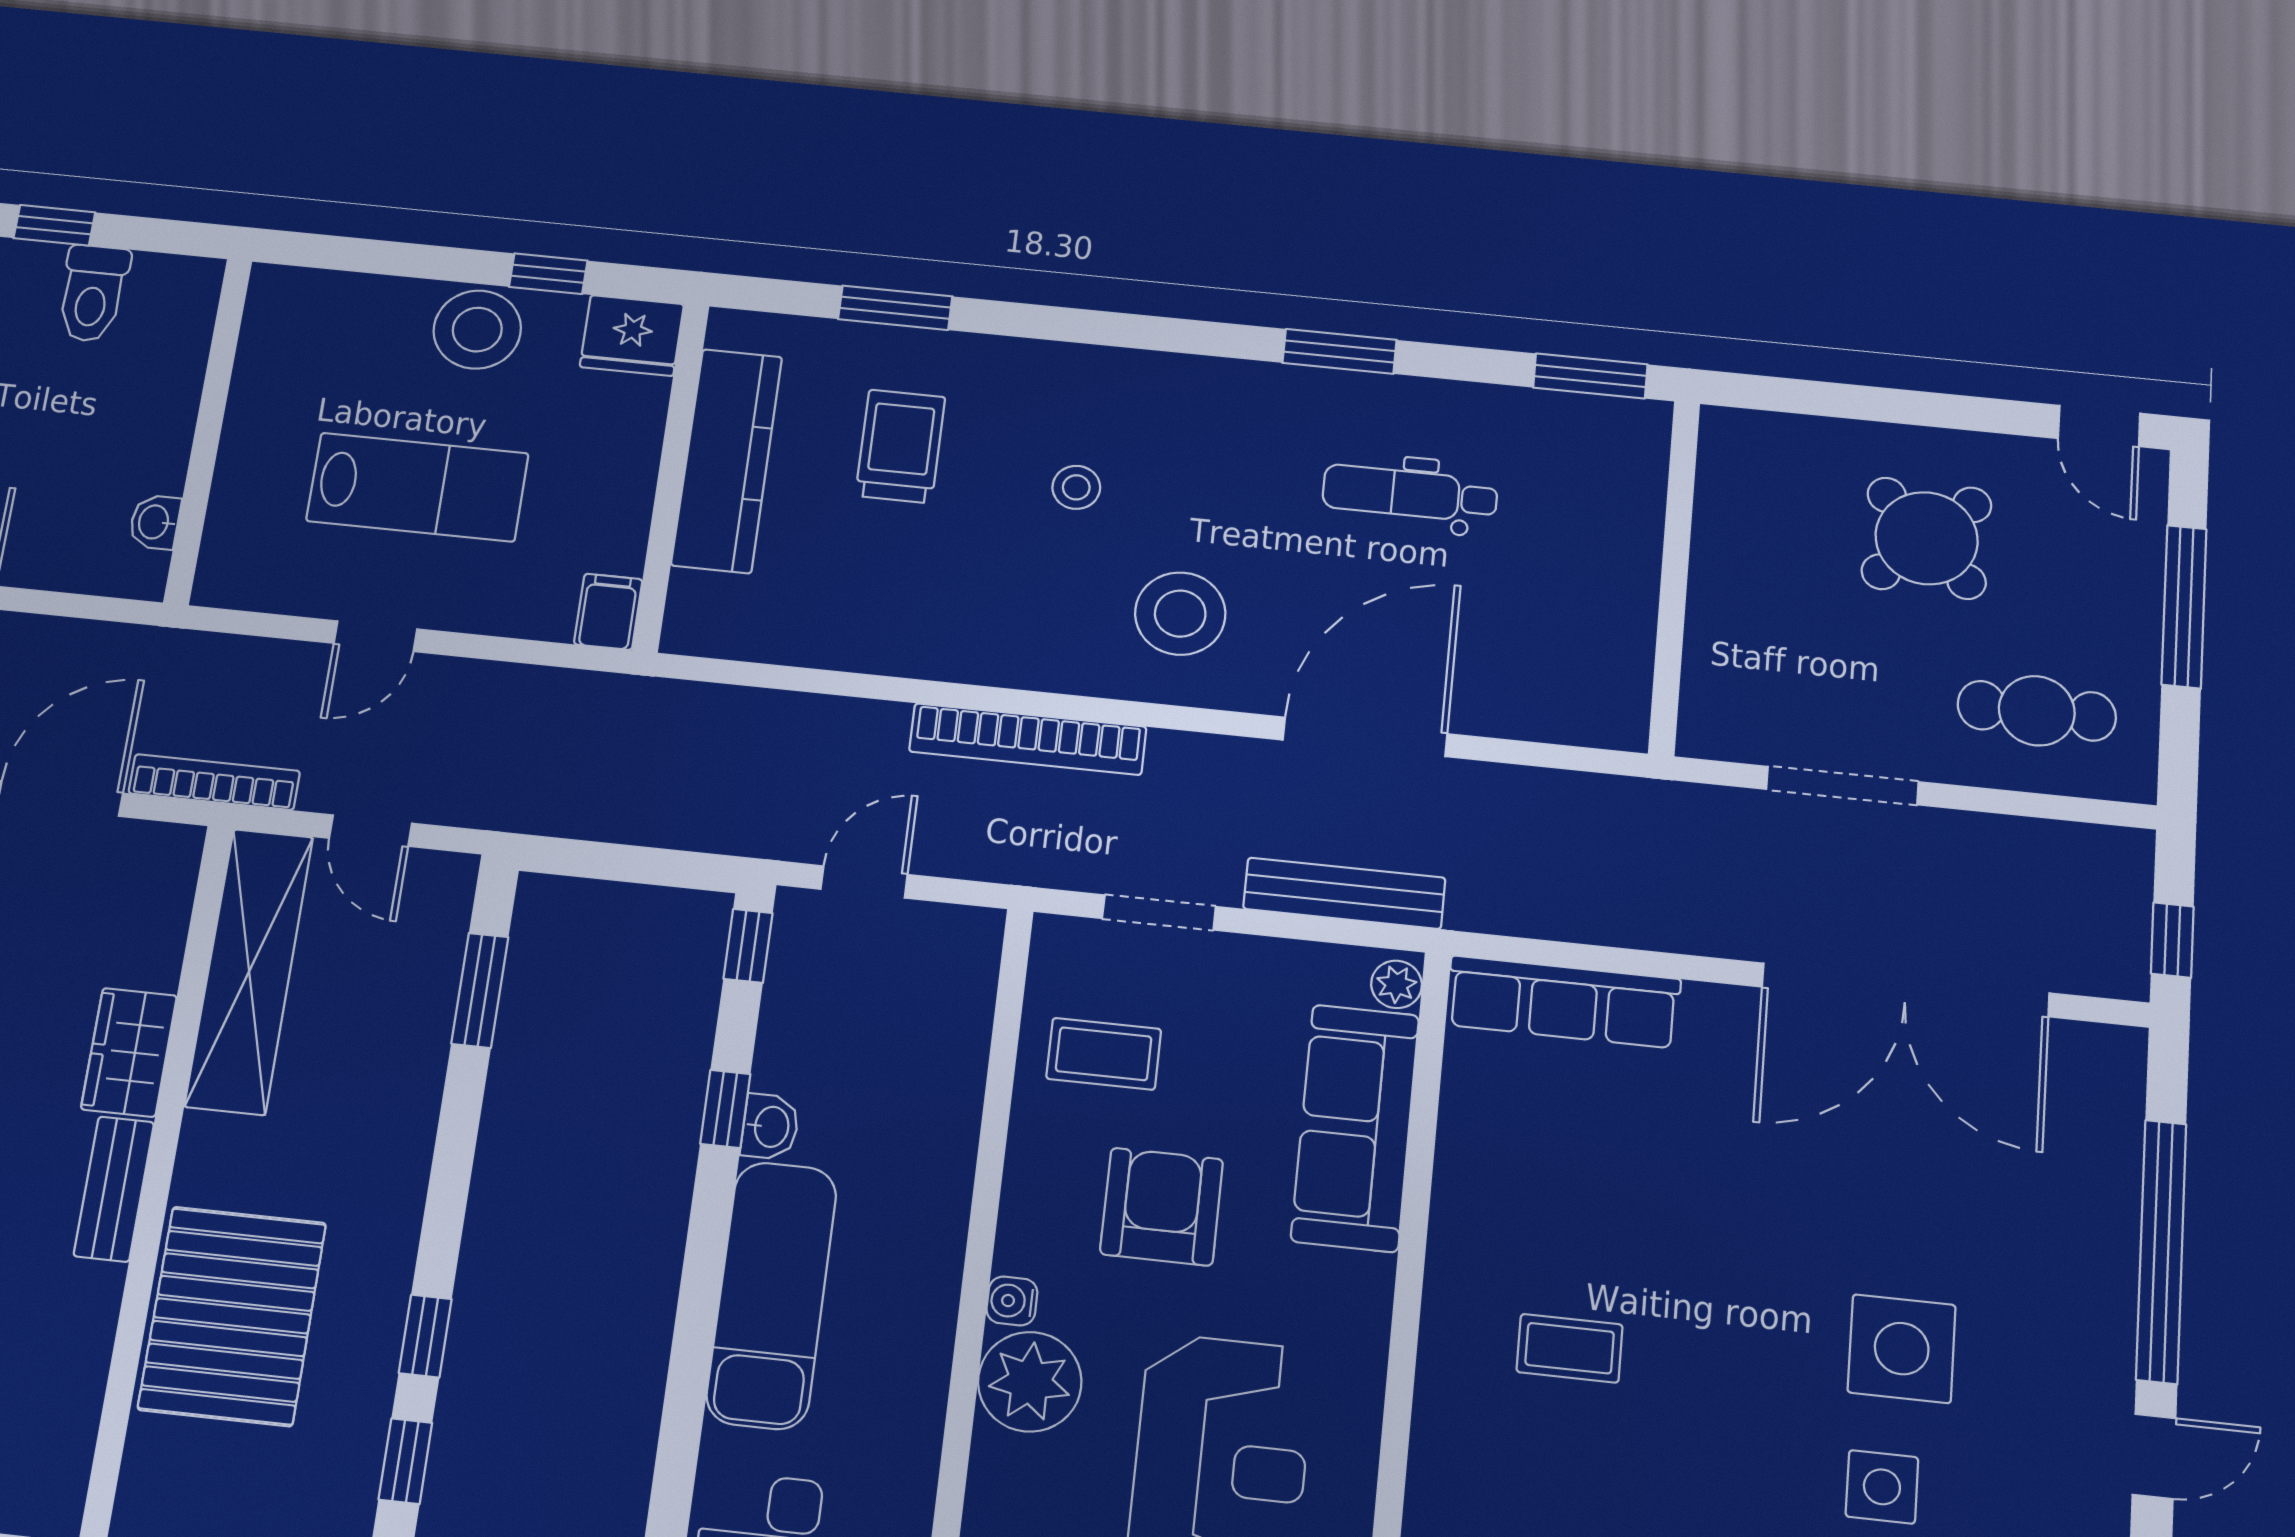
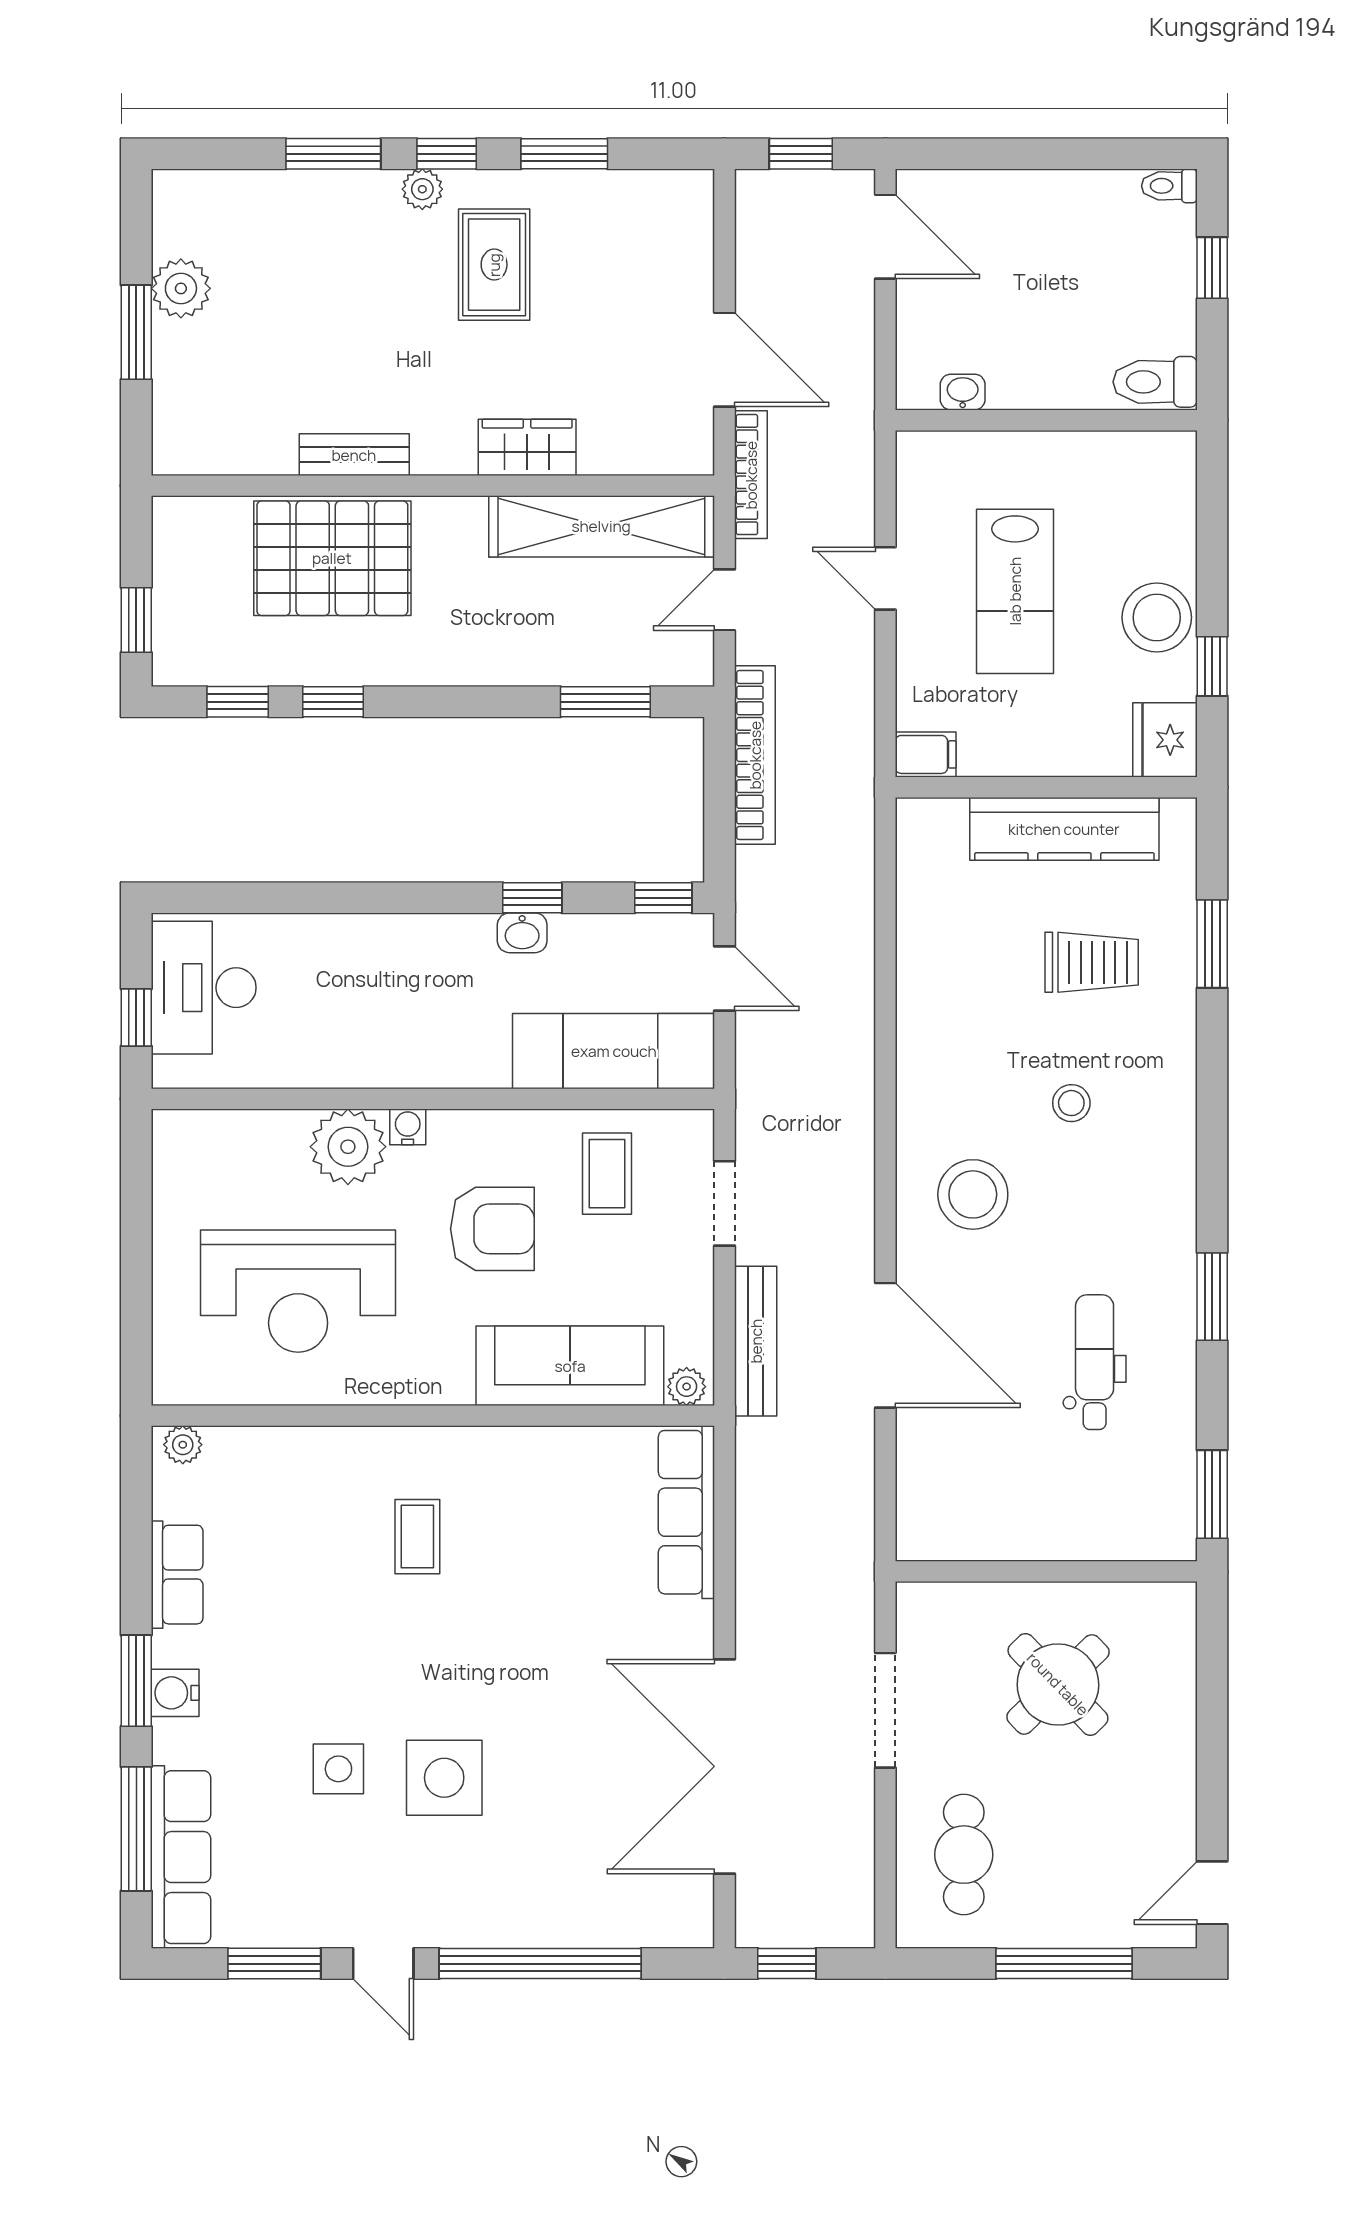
toilet: (93, 293) -> (1155, 382), moved
round table: (1927, 538) -> (1058, 1684), moved
bookcase: (1028, 739) -> (755, 755), moved, turned 180
bench: (114, 1189) -> (354, 455), moved
exam couch: (772, 1295) -> (614, 1051), moved, turned 180

